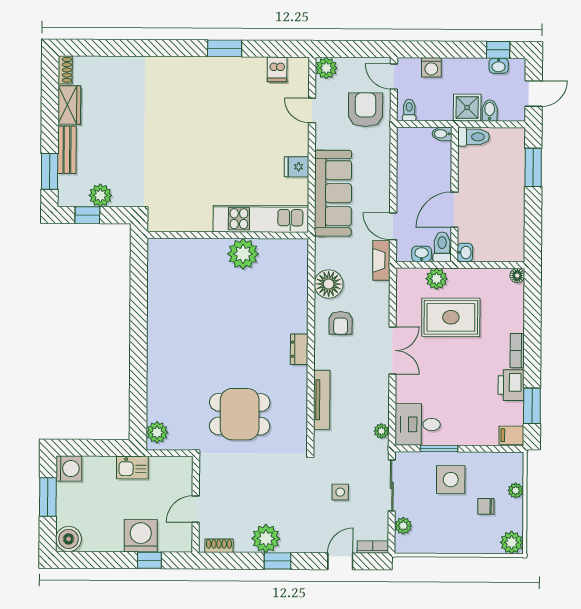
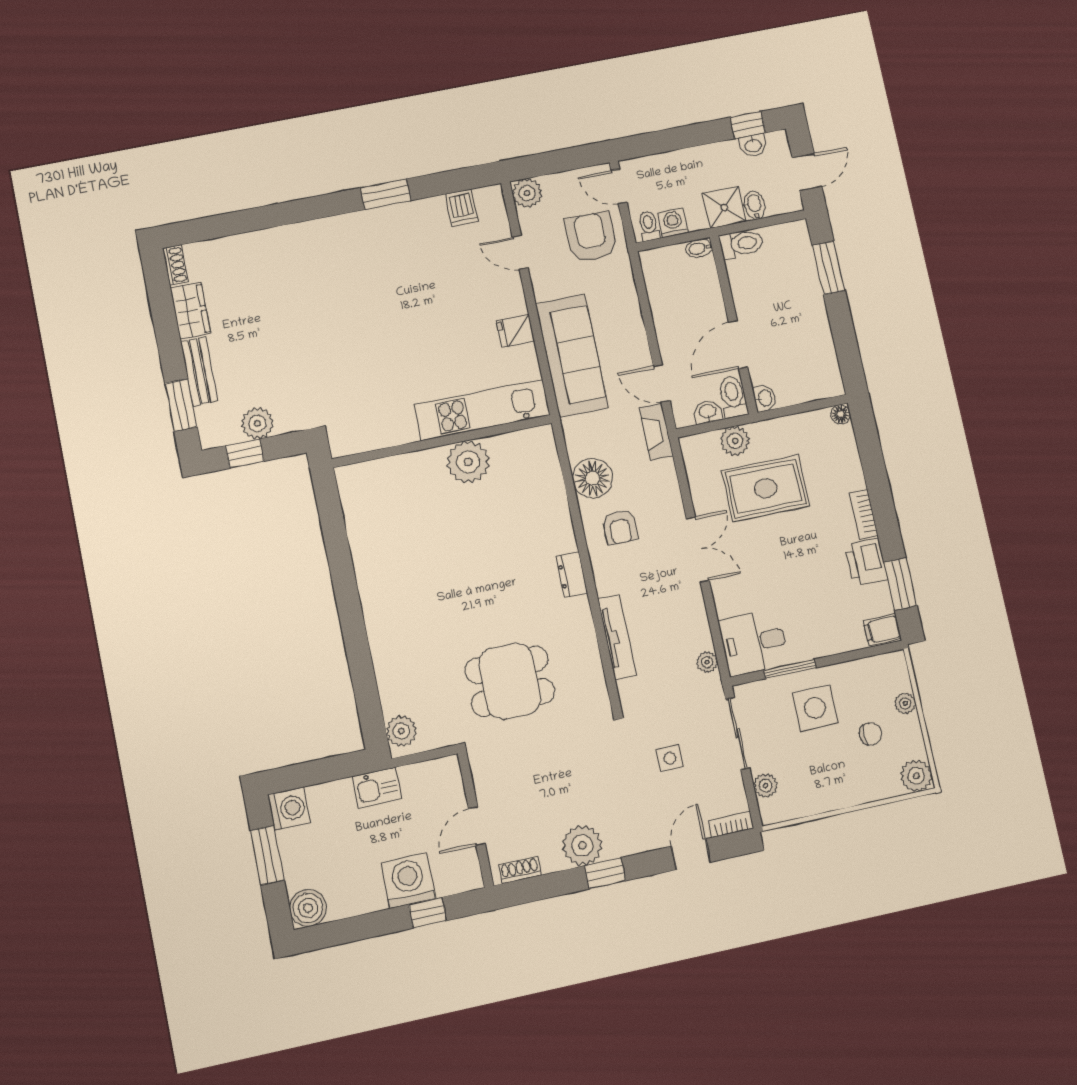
washing machine: (431, 67) -> (673, 223), moved, turned 180
chair: (486, 506) -> (870, 734), turned 180

